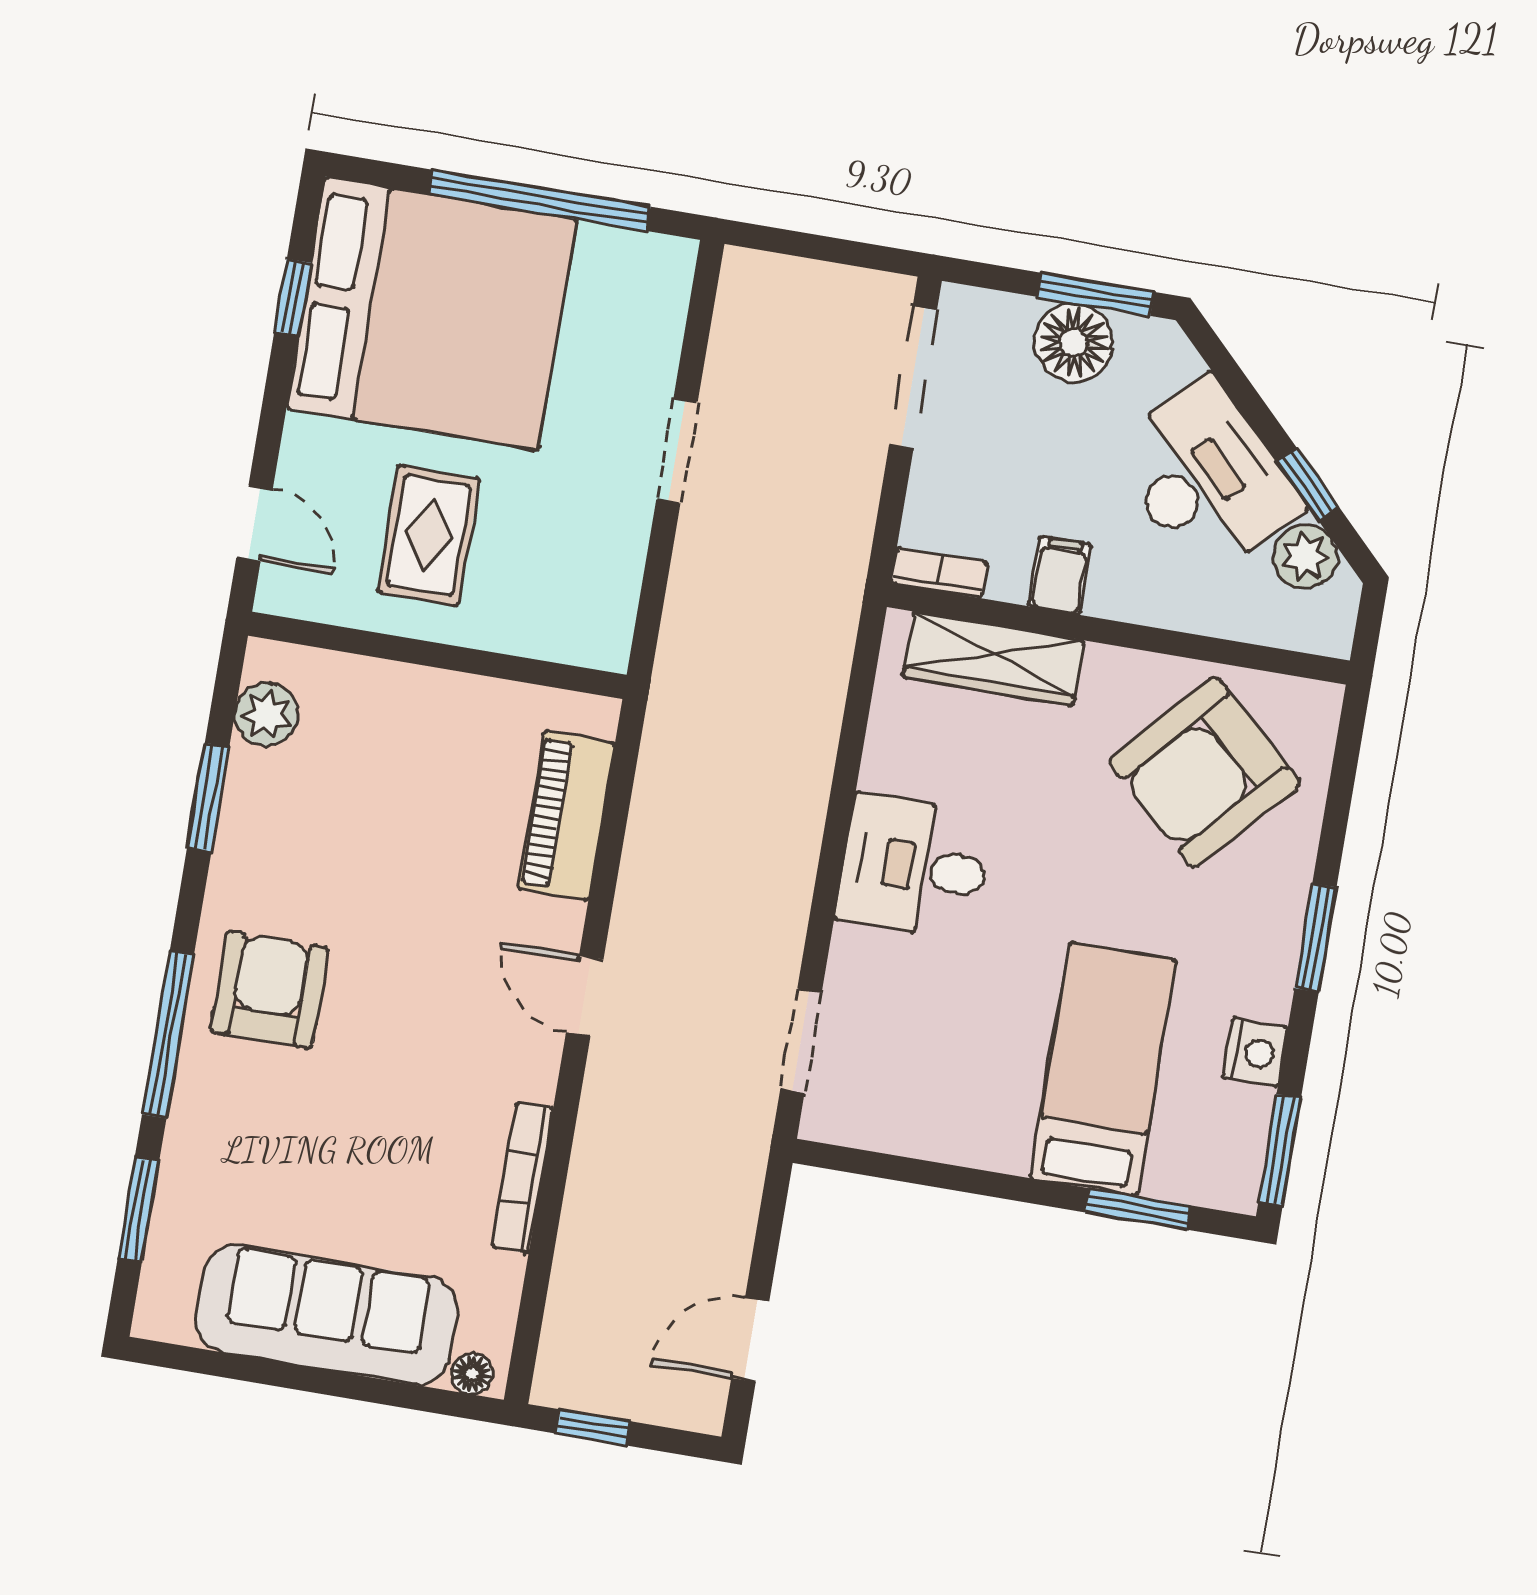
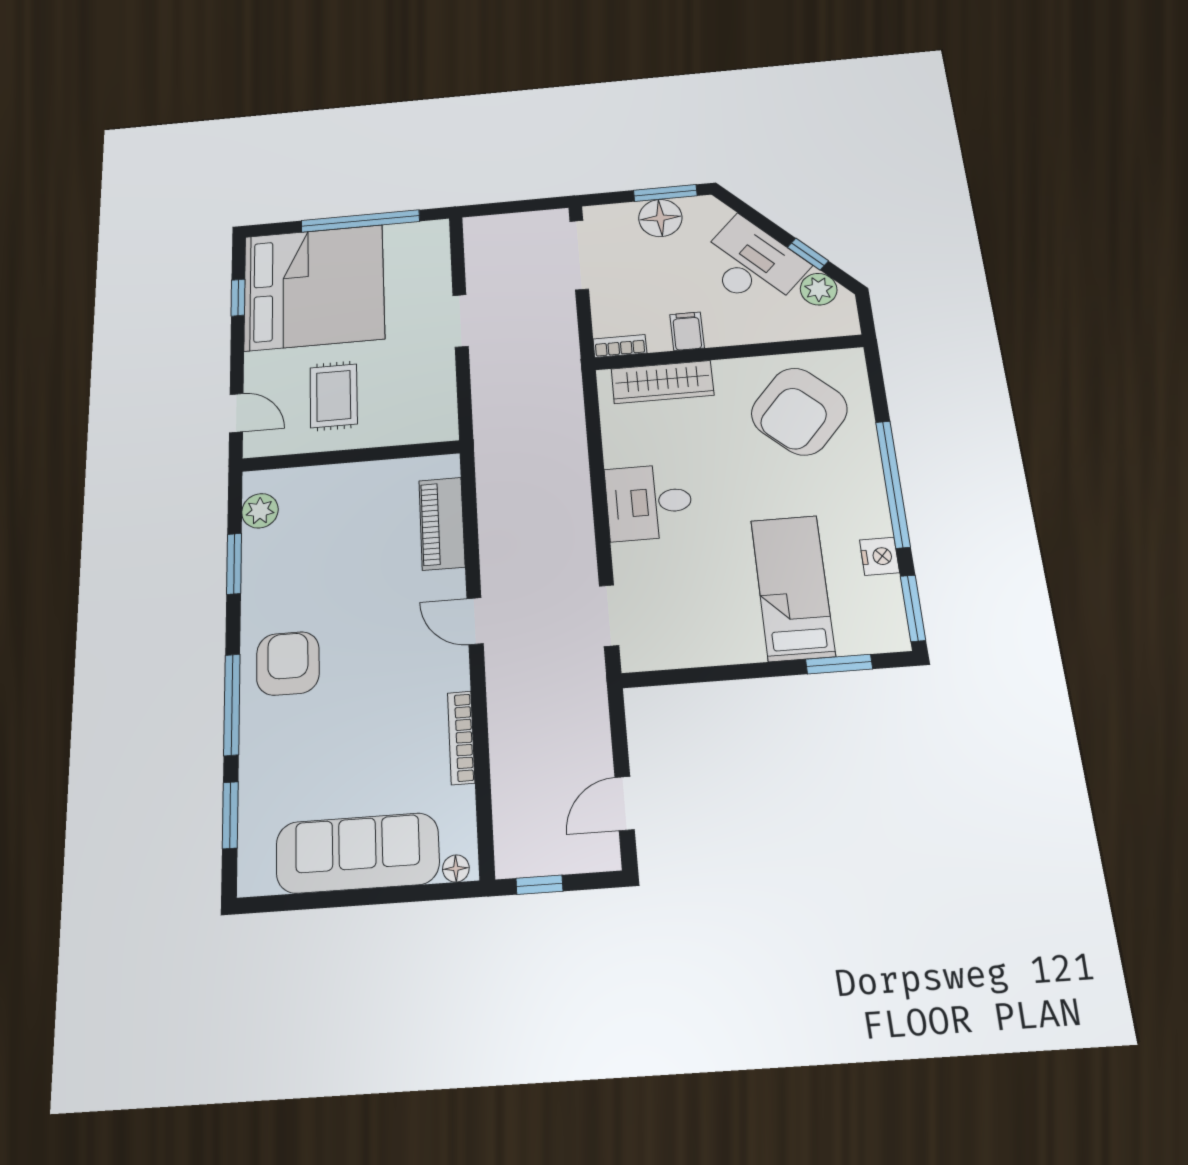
window: (1315, 938) -> (893, 484), width x2.11

